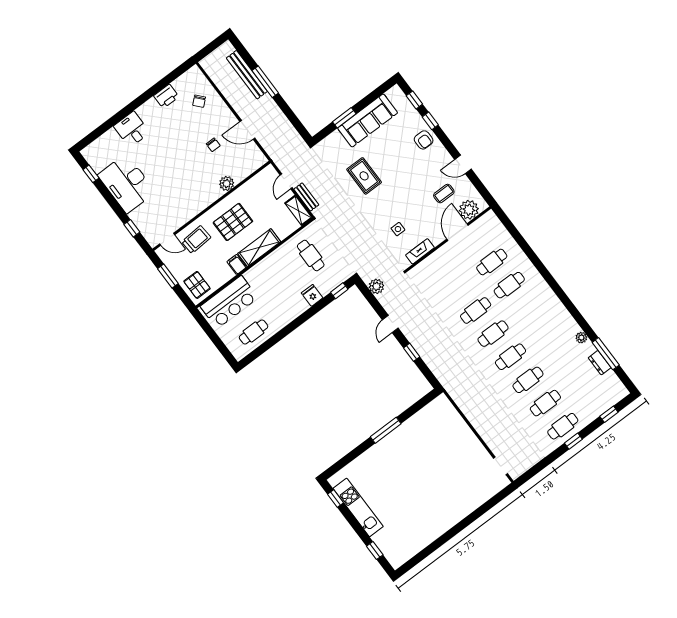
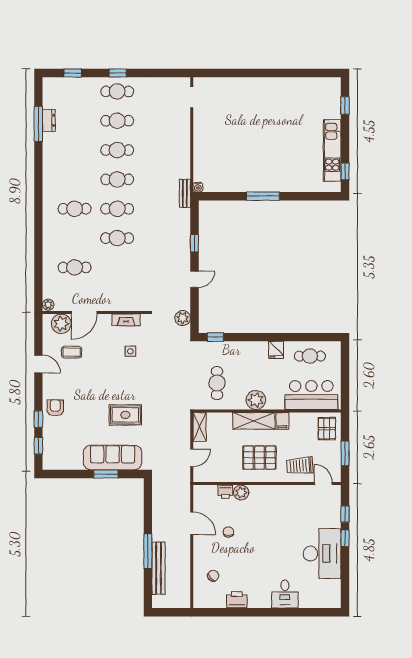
sofa: (368, 120) -> (113, 458), moved
window: (91, 174) -> (345, 538), moved
printer: (240, 175) -> (225, 492), added
rug: (364, 176) -> (125, 415), turned 90
bench: (306, 197) -> (185, 193), moved
plant: (270, 265) -> (256, 400), added
cafe table: (509, 285) -> (75, 209), moved
fridge: (312, 295) -> (276, 350), moved
plant: (581, 338) -> (48, 305), moved
water cooler: (442, 399) -> (198, 187), added

